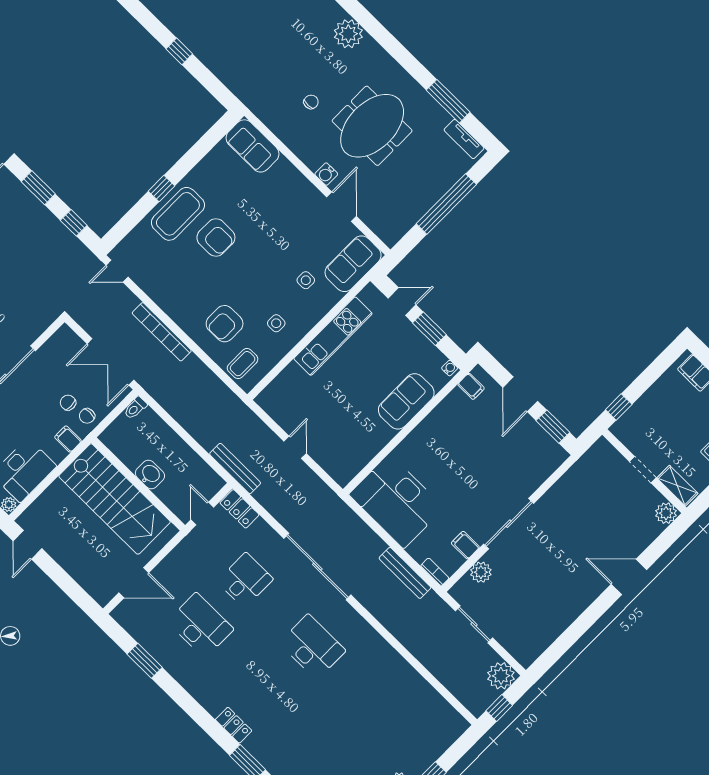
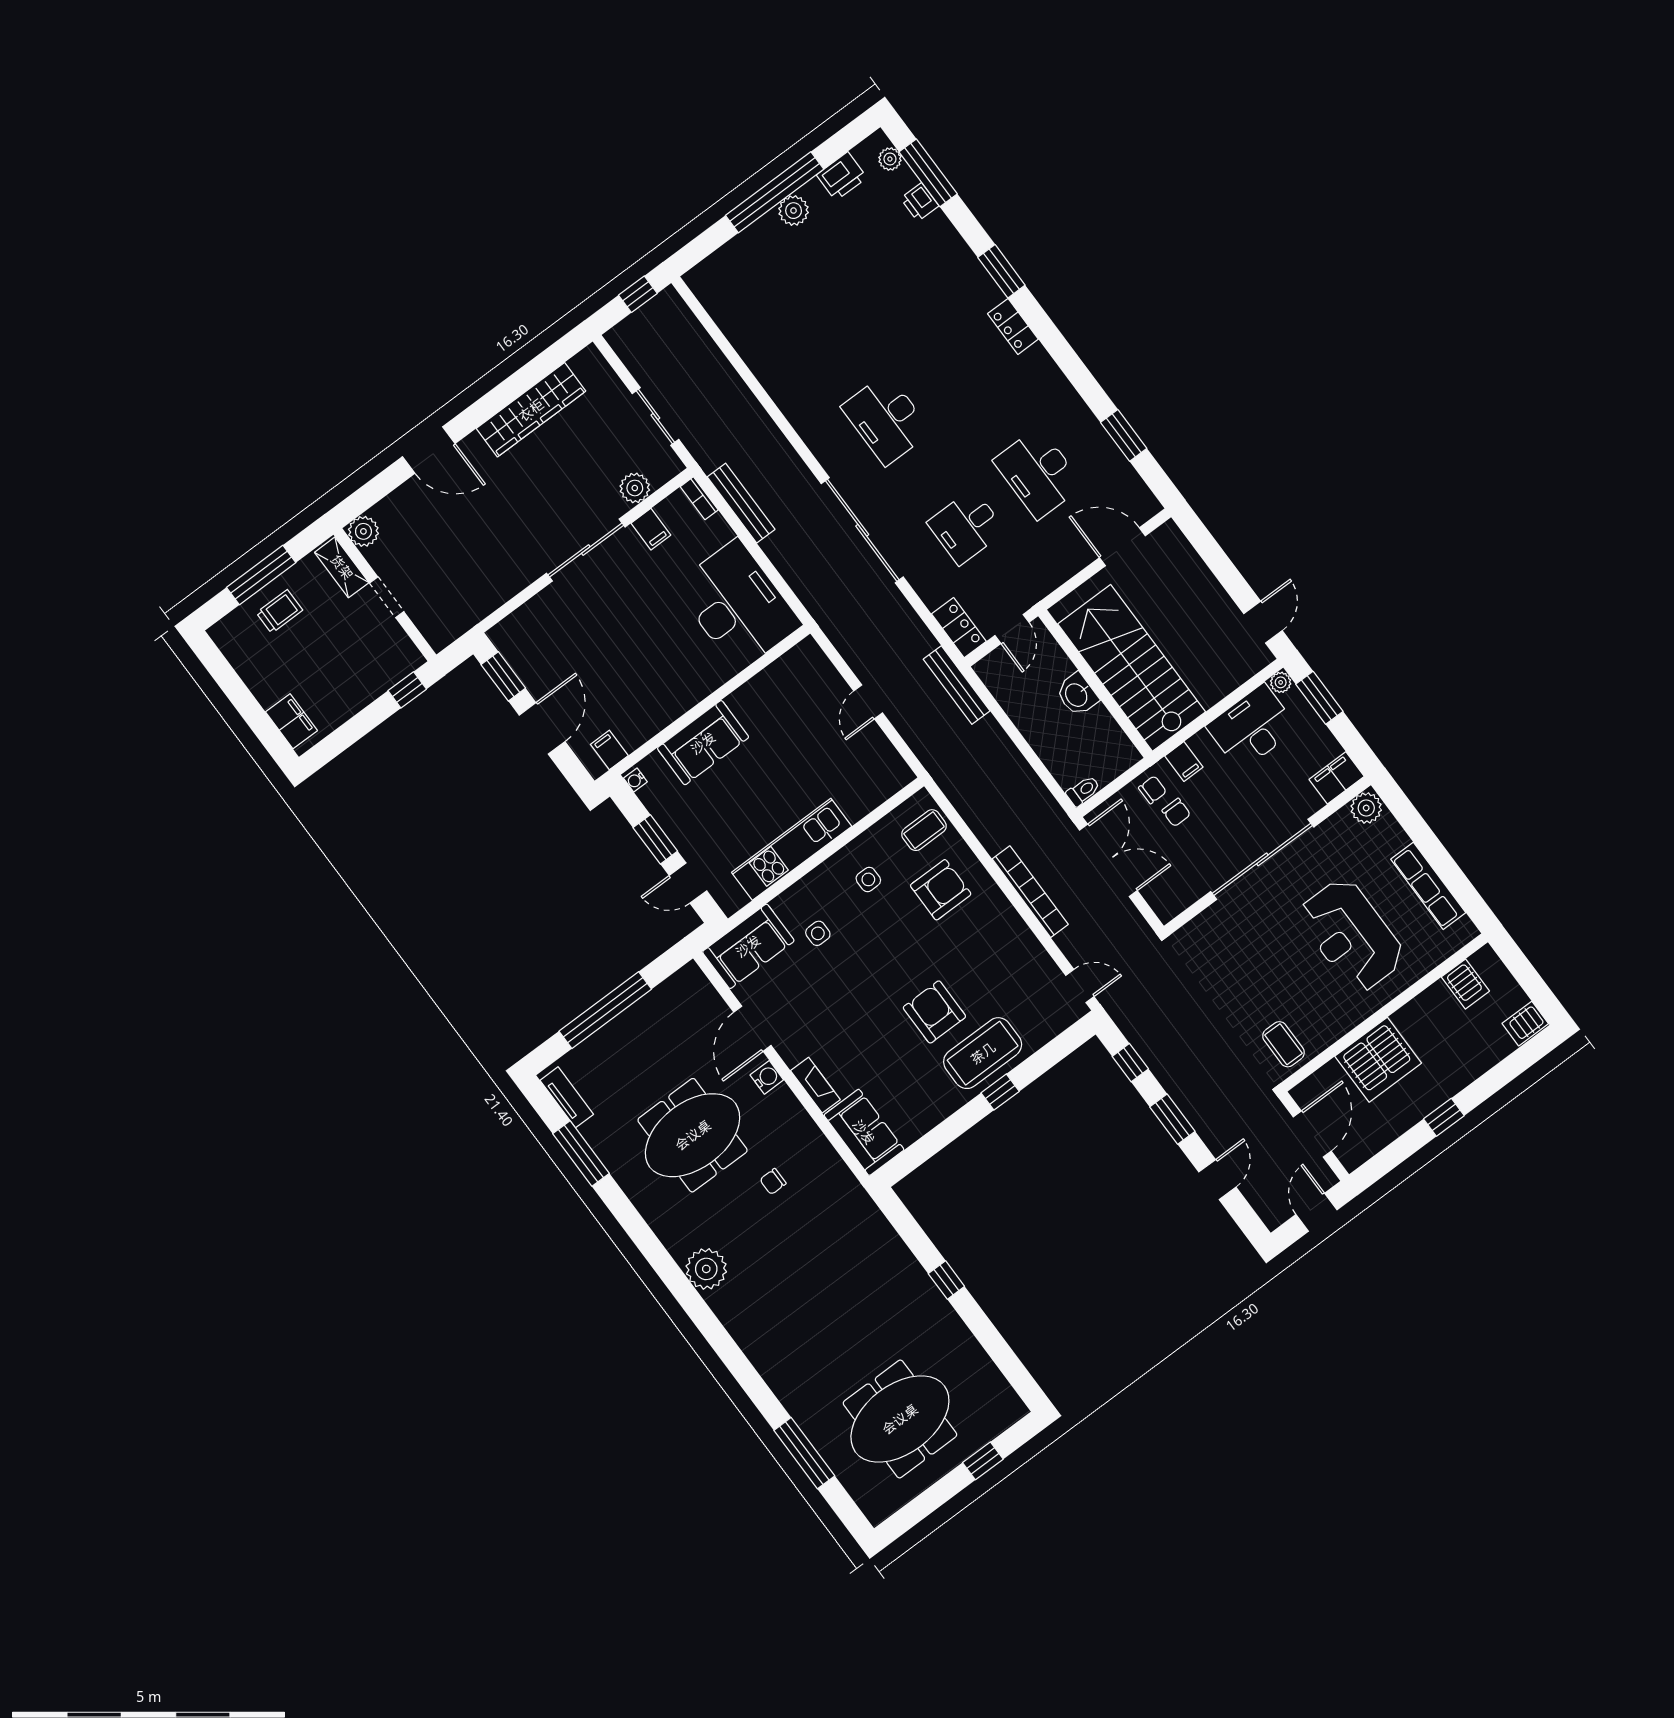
fireplace: (291, 174) -> (815, 1085), added
wardrobe: (562, 616) -> (531, 410), added
plant: (501, 676) -> (629, 339), removed

